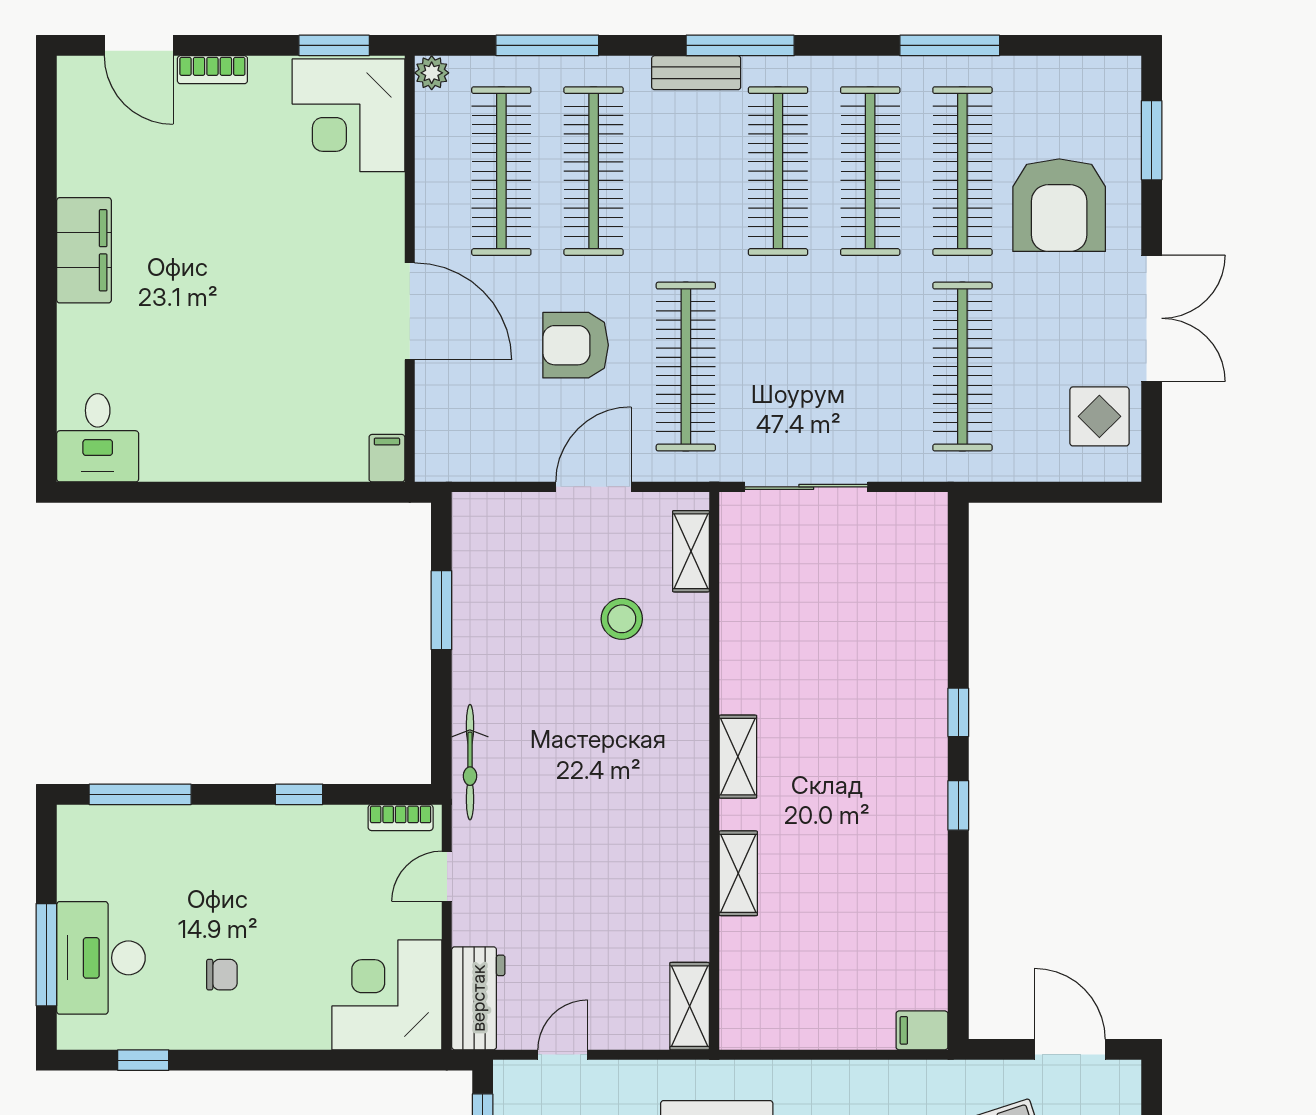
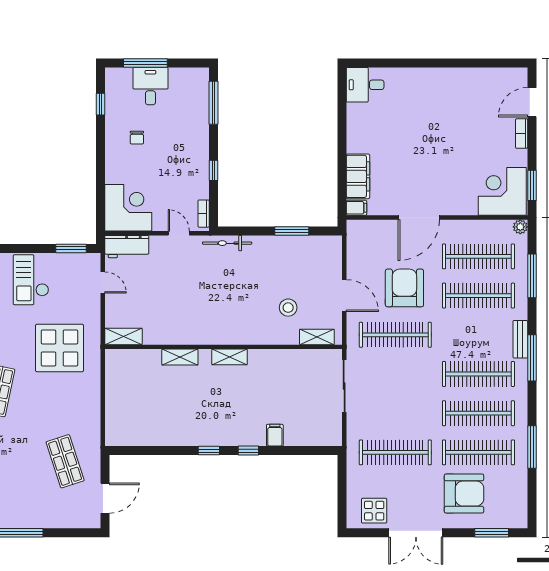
armchair: (1059, 205) -> (464, 494), turned 180
filing cabinet: (84, 250) -> (358, 176), moved, turned -90
armchair: (576, 345) -> (404, 288), width x1.36, depth x1.36
desk: (101, 958) -> (150, 86), width x0.73
filing cabinet: (922, 1030) -> (275, 435), moved

